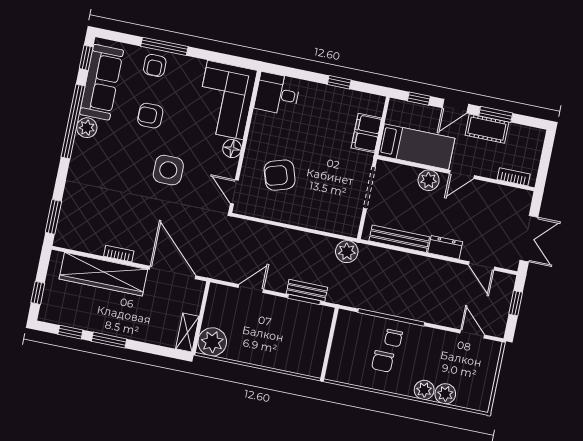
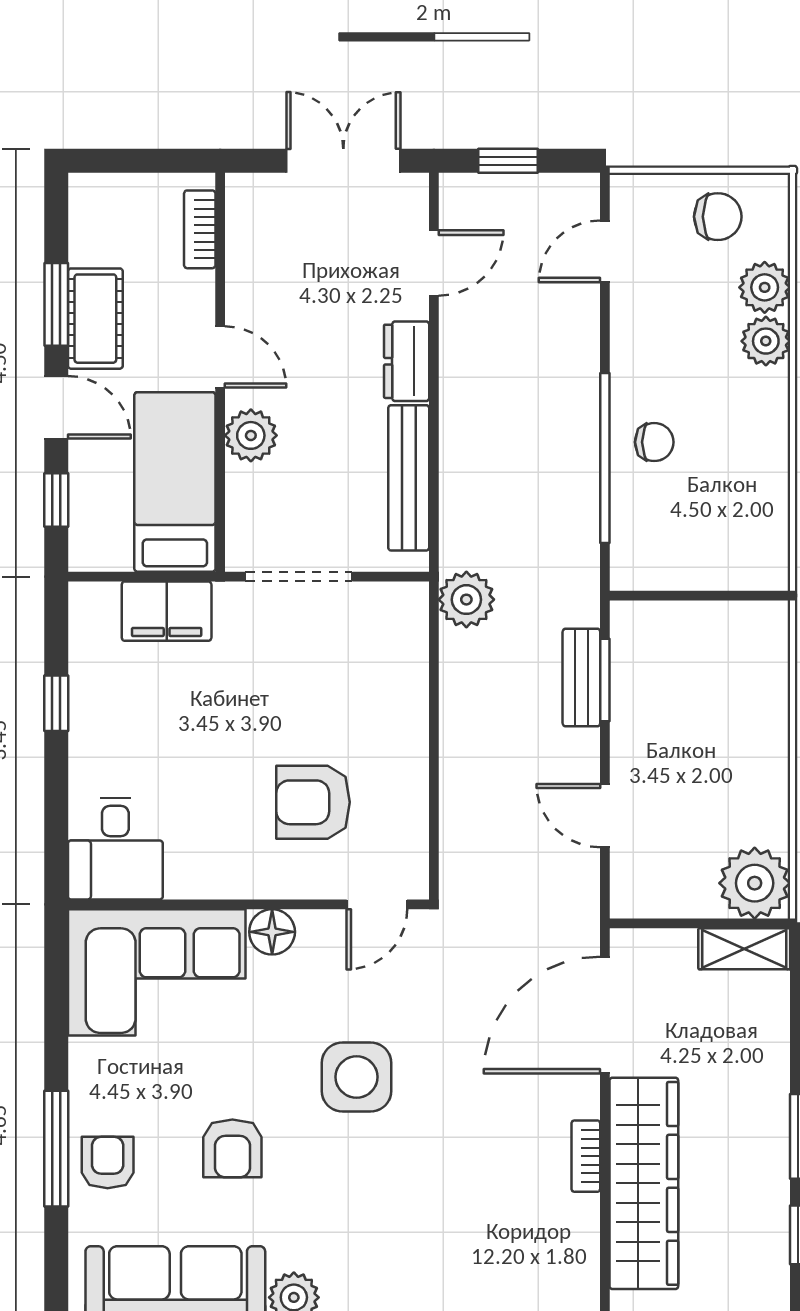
armchair: (155, 65) -> (108, 1162), turned -90
armchair: (280, 175) -> (313, 802), turned 108
chair: (383, 361) -> (718, 217), moved

